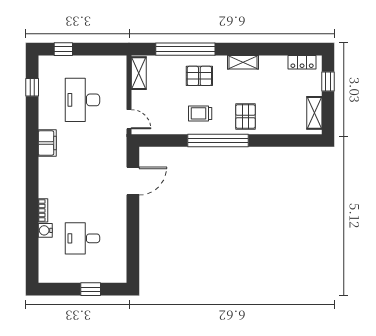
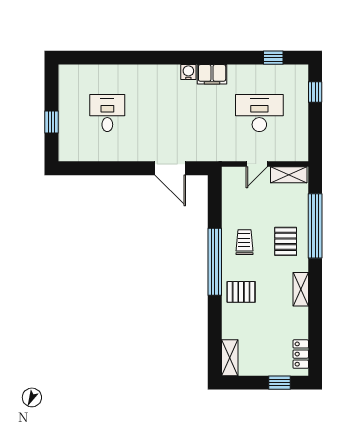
shelving: (314, 113) -> (230, 358), moved, turned 90
door: (129, 119) -> (257, 164), moved
bookcase: (43, 210) -> (138, 70), removed
water cooler: (45, 230) -> (188, 72), moved

